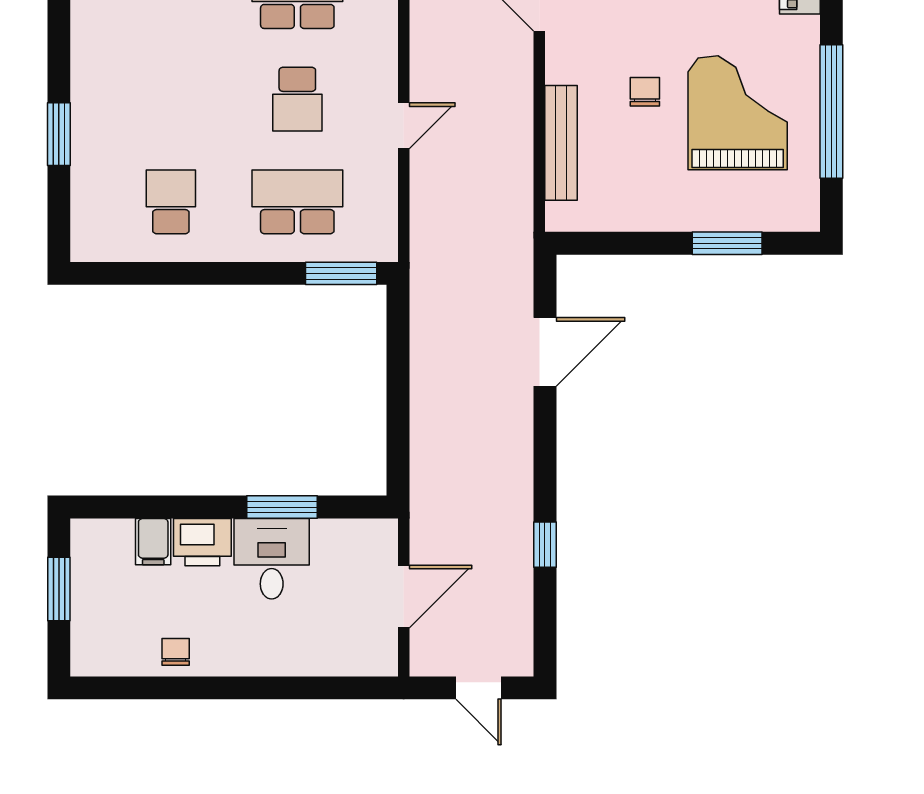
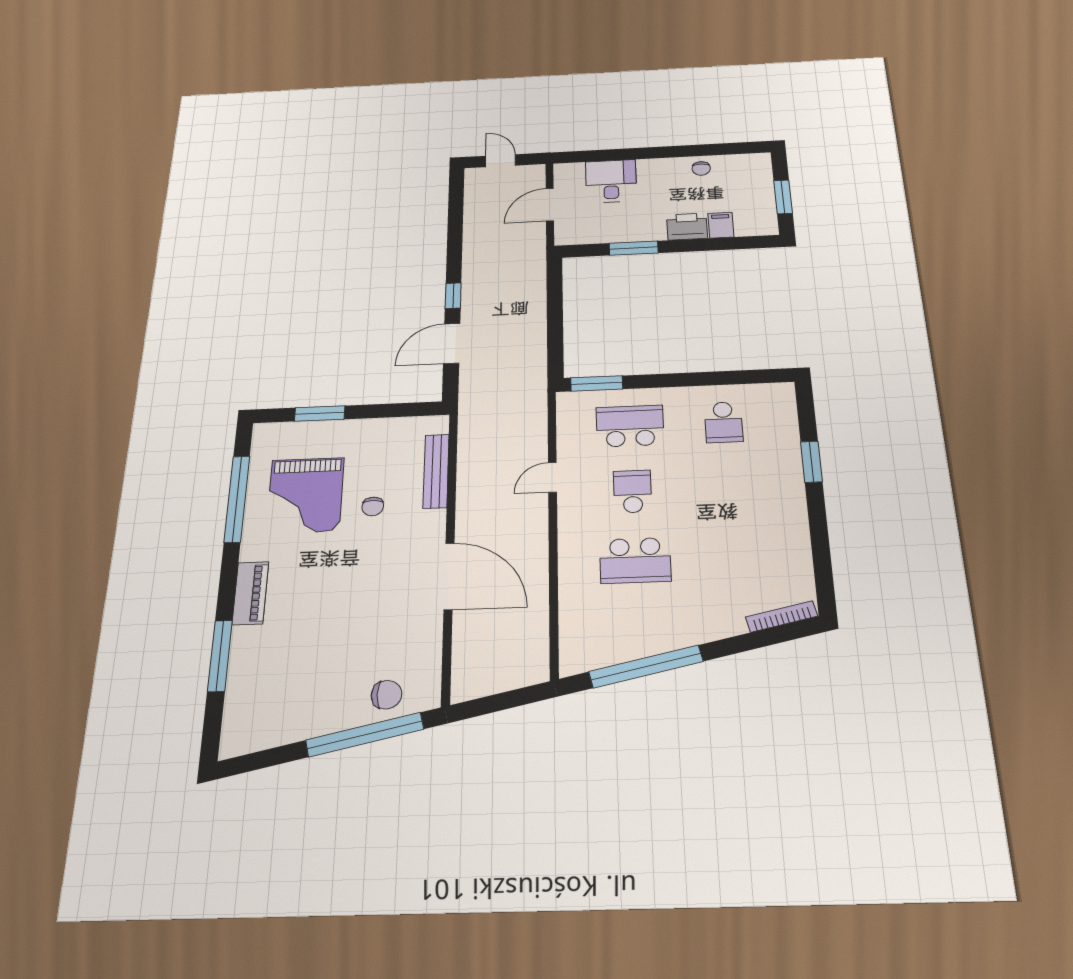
school desk: (297, 202) -> (630, 426), turned 180
window: (545, 545) -> (453, 296), moved
desk: (272, 559) -> (611, 181), moved, turned 180

